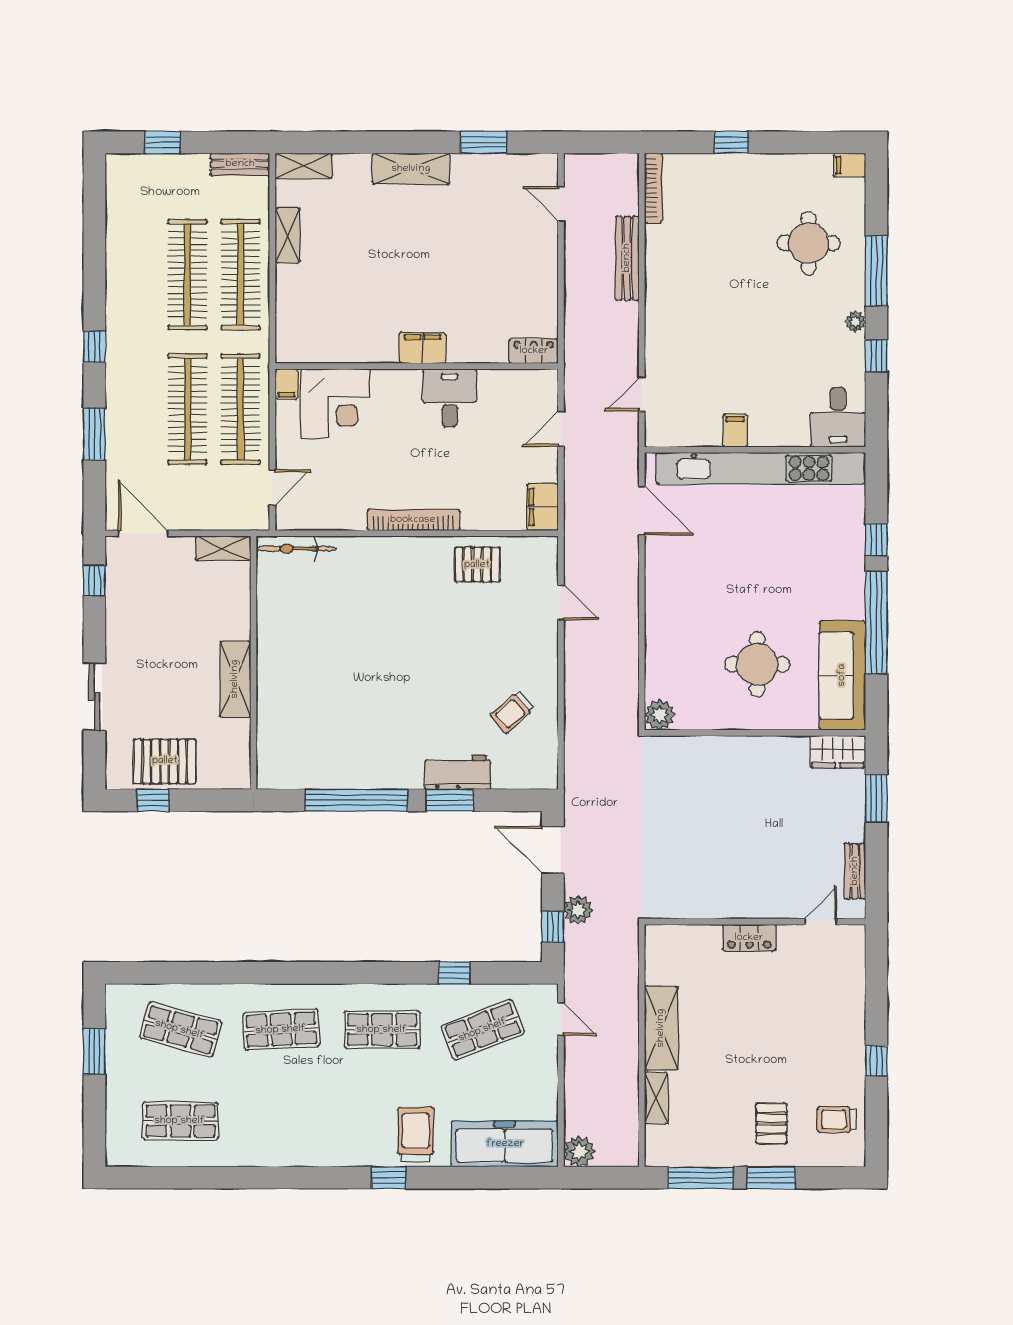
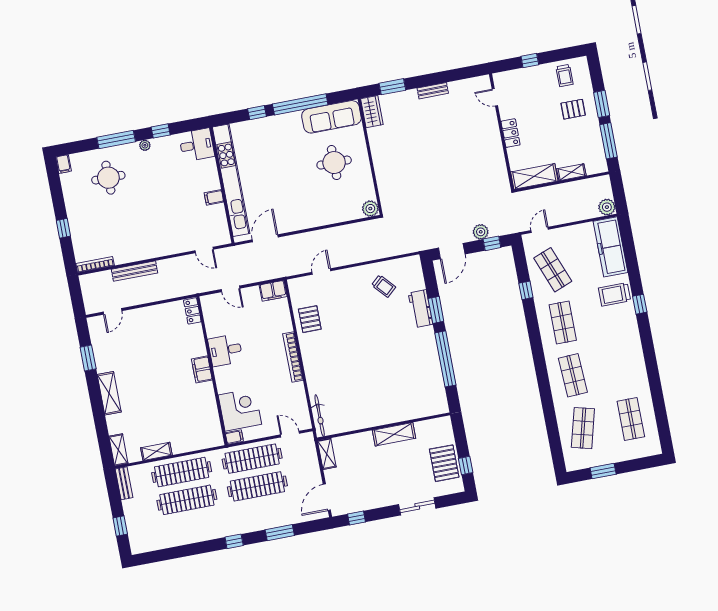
wall: (755, 922) -> (502, 132), moved
door: (821, 922) -> (495, 97), moved
locker: (749, 938) -> (511, 133), moved

